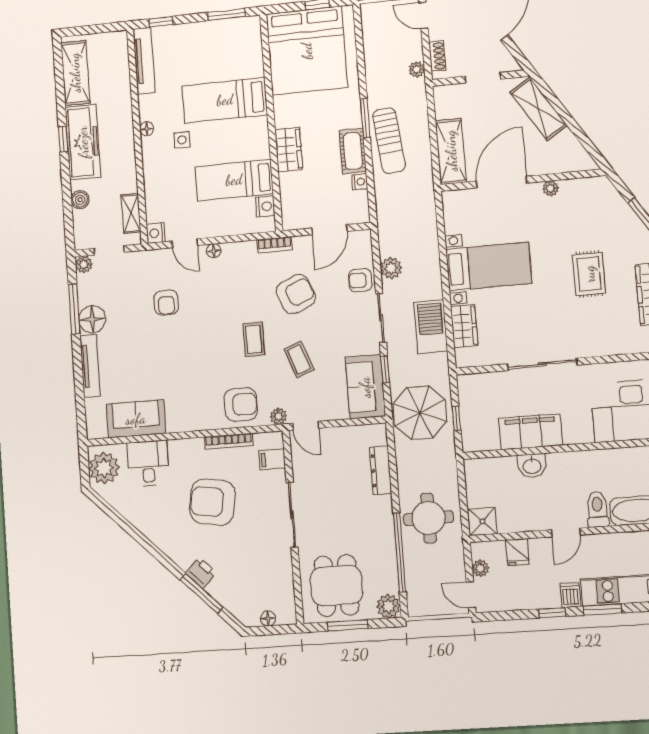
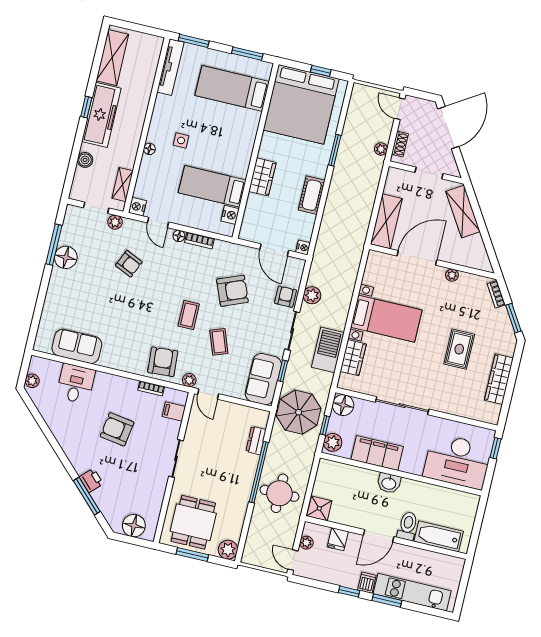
window: (161, 22) -> (194, 41), width x1.50
bed: (225, 100) -> (232, 88), moved
window: (365, 118) -> (335, 150), moved
floor lamp: (147, 129) -> (149, 149), moved
sun lounger: (389, 141) -> (342, 197), removed
nightstand: (360, 182) -> (303, 248), moved
bookcase: (612, 193) -> (496, 294), added
door: (329, 230) -> (274, 250), hinge flipped
bookcase: (274, 245) -> (199, 241), moved
plant: (84, 264) -> (115, 222), moved
armchair: (360, 280) -> (285, 297), turned 90
armchair: (166, 302) -> (129, 264), turned -66
tv unit: (90, 366) -> (53, 293), removed
floor lamp: (470, 387) -> (343, 405), added
armchair: (241, 404) -> (163, 362), turned -94
plant: (473, 436) -> (333, 442), added
bookcase: (228, 441) -> (151, 388), width x0.64
washbasin: (532, 466) -> (389, 483), moved
plant: (104, 468) -> (32, 381), width x0.53, depth x0.53
dresser: (381, 470) -> (256, 440), width x0.70
armchair: (212, 502) -> (117, 429), width x0.73, depth x0.73
sliding door: (292, 515) -> (176, 458), width x0.73
door: (566, 532) -> (379, 536), width x1.38
window: (400, 552) -> (259, 472), moved
floor lamp: (268, 618) -> (134, 526), width x1.89, depth x1.89

